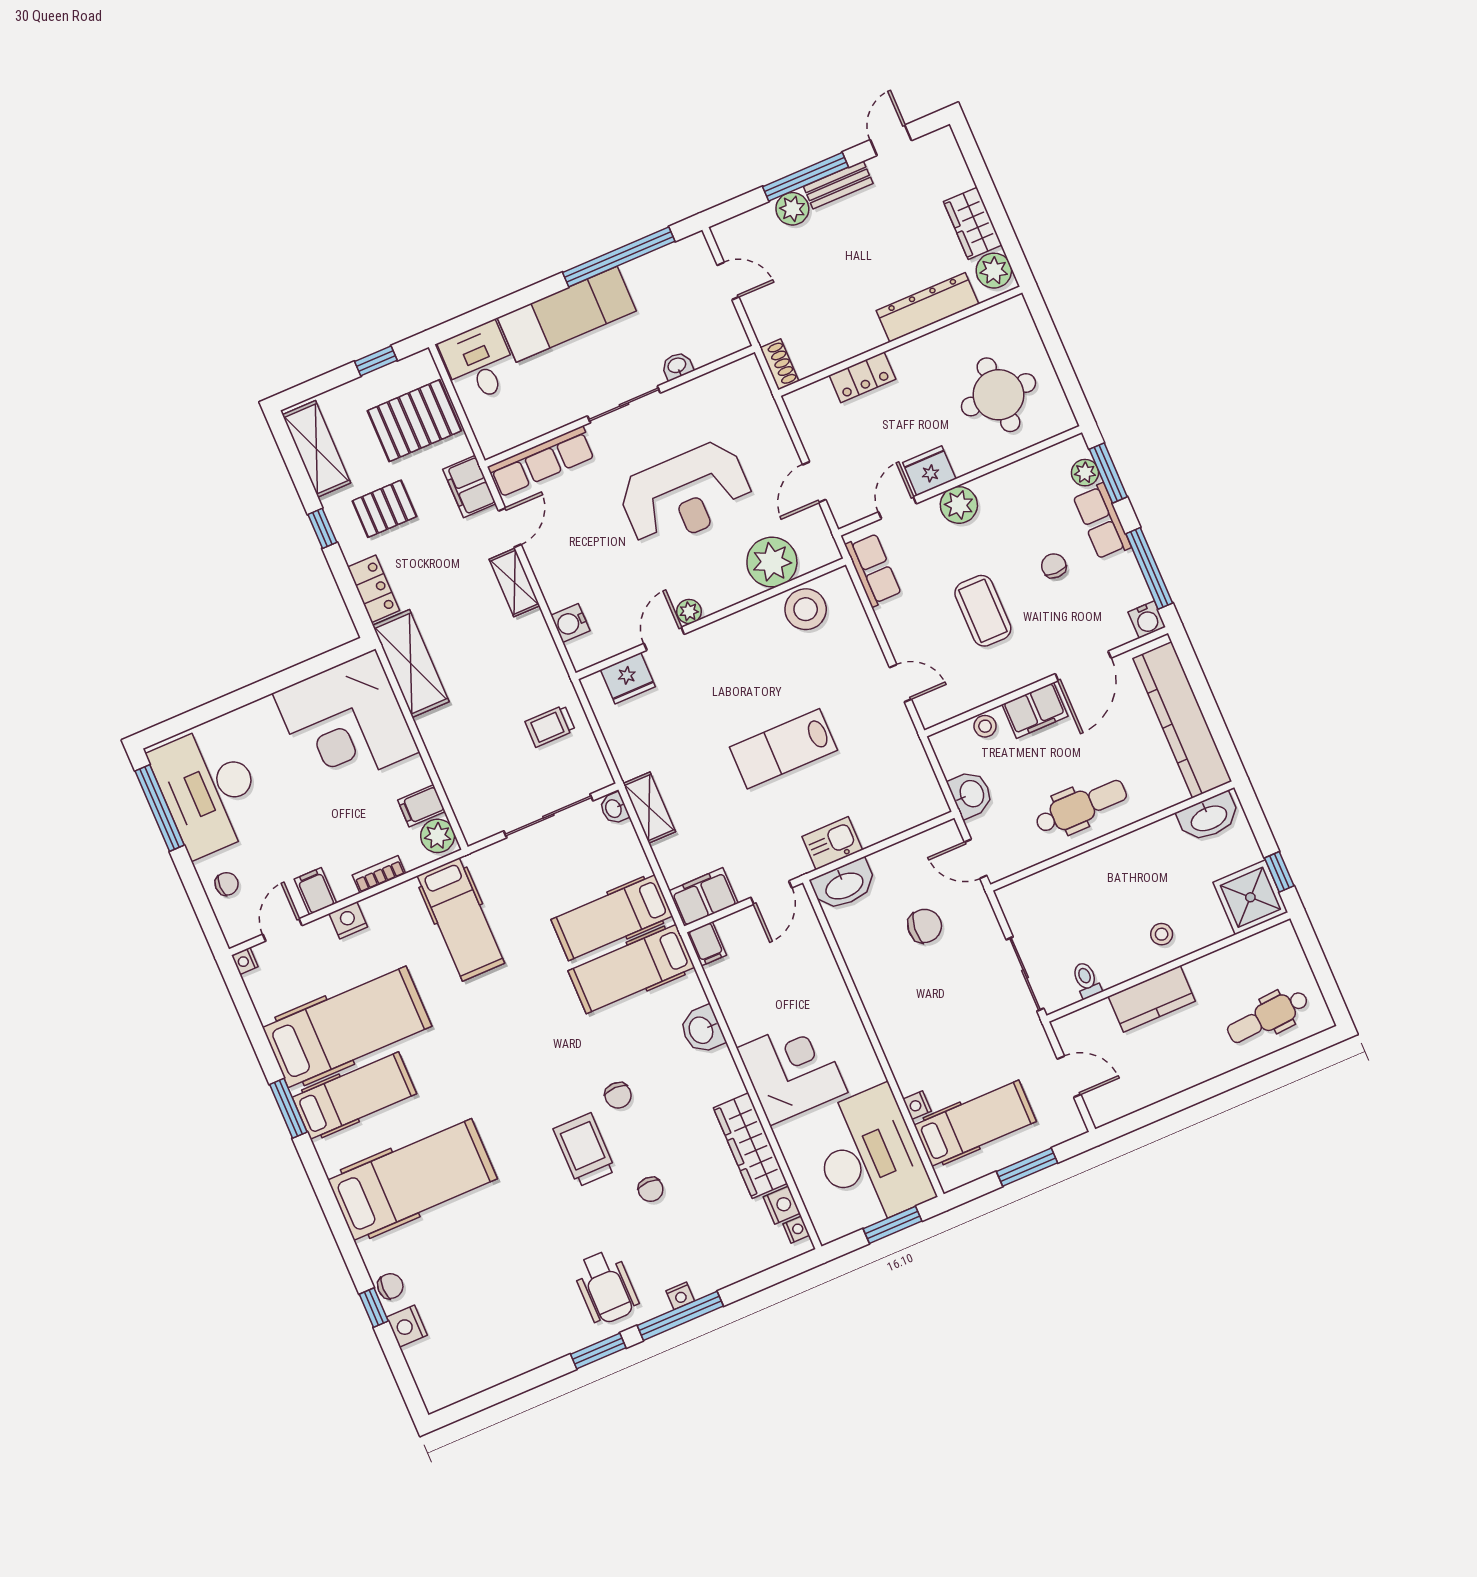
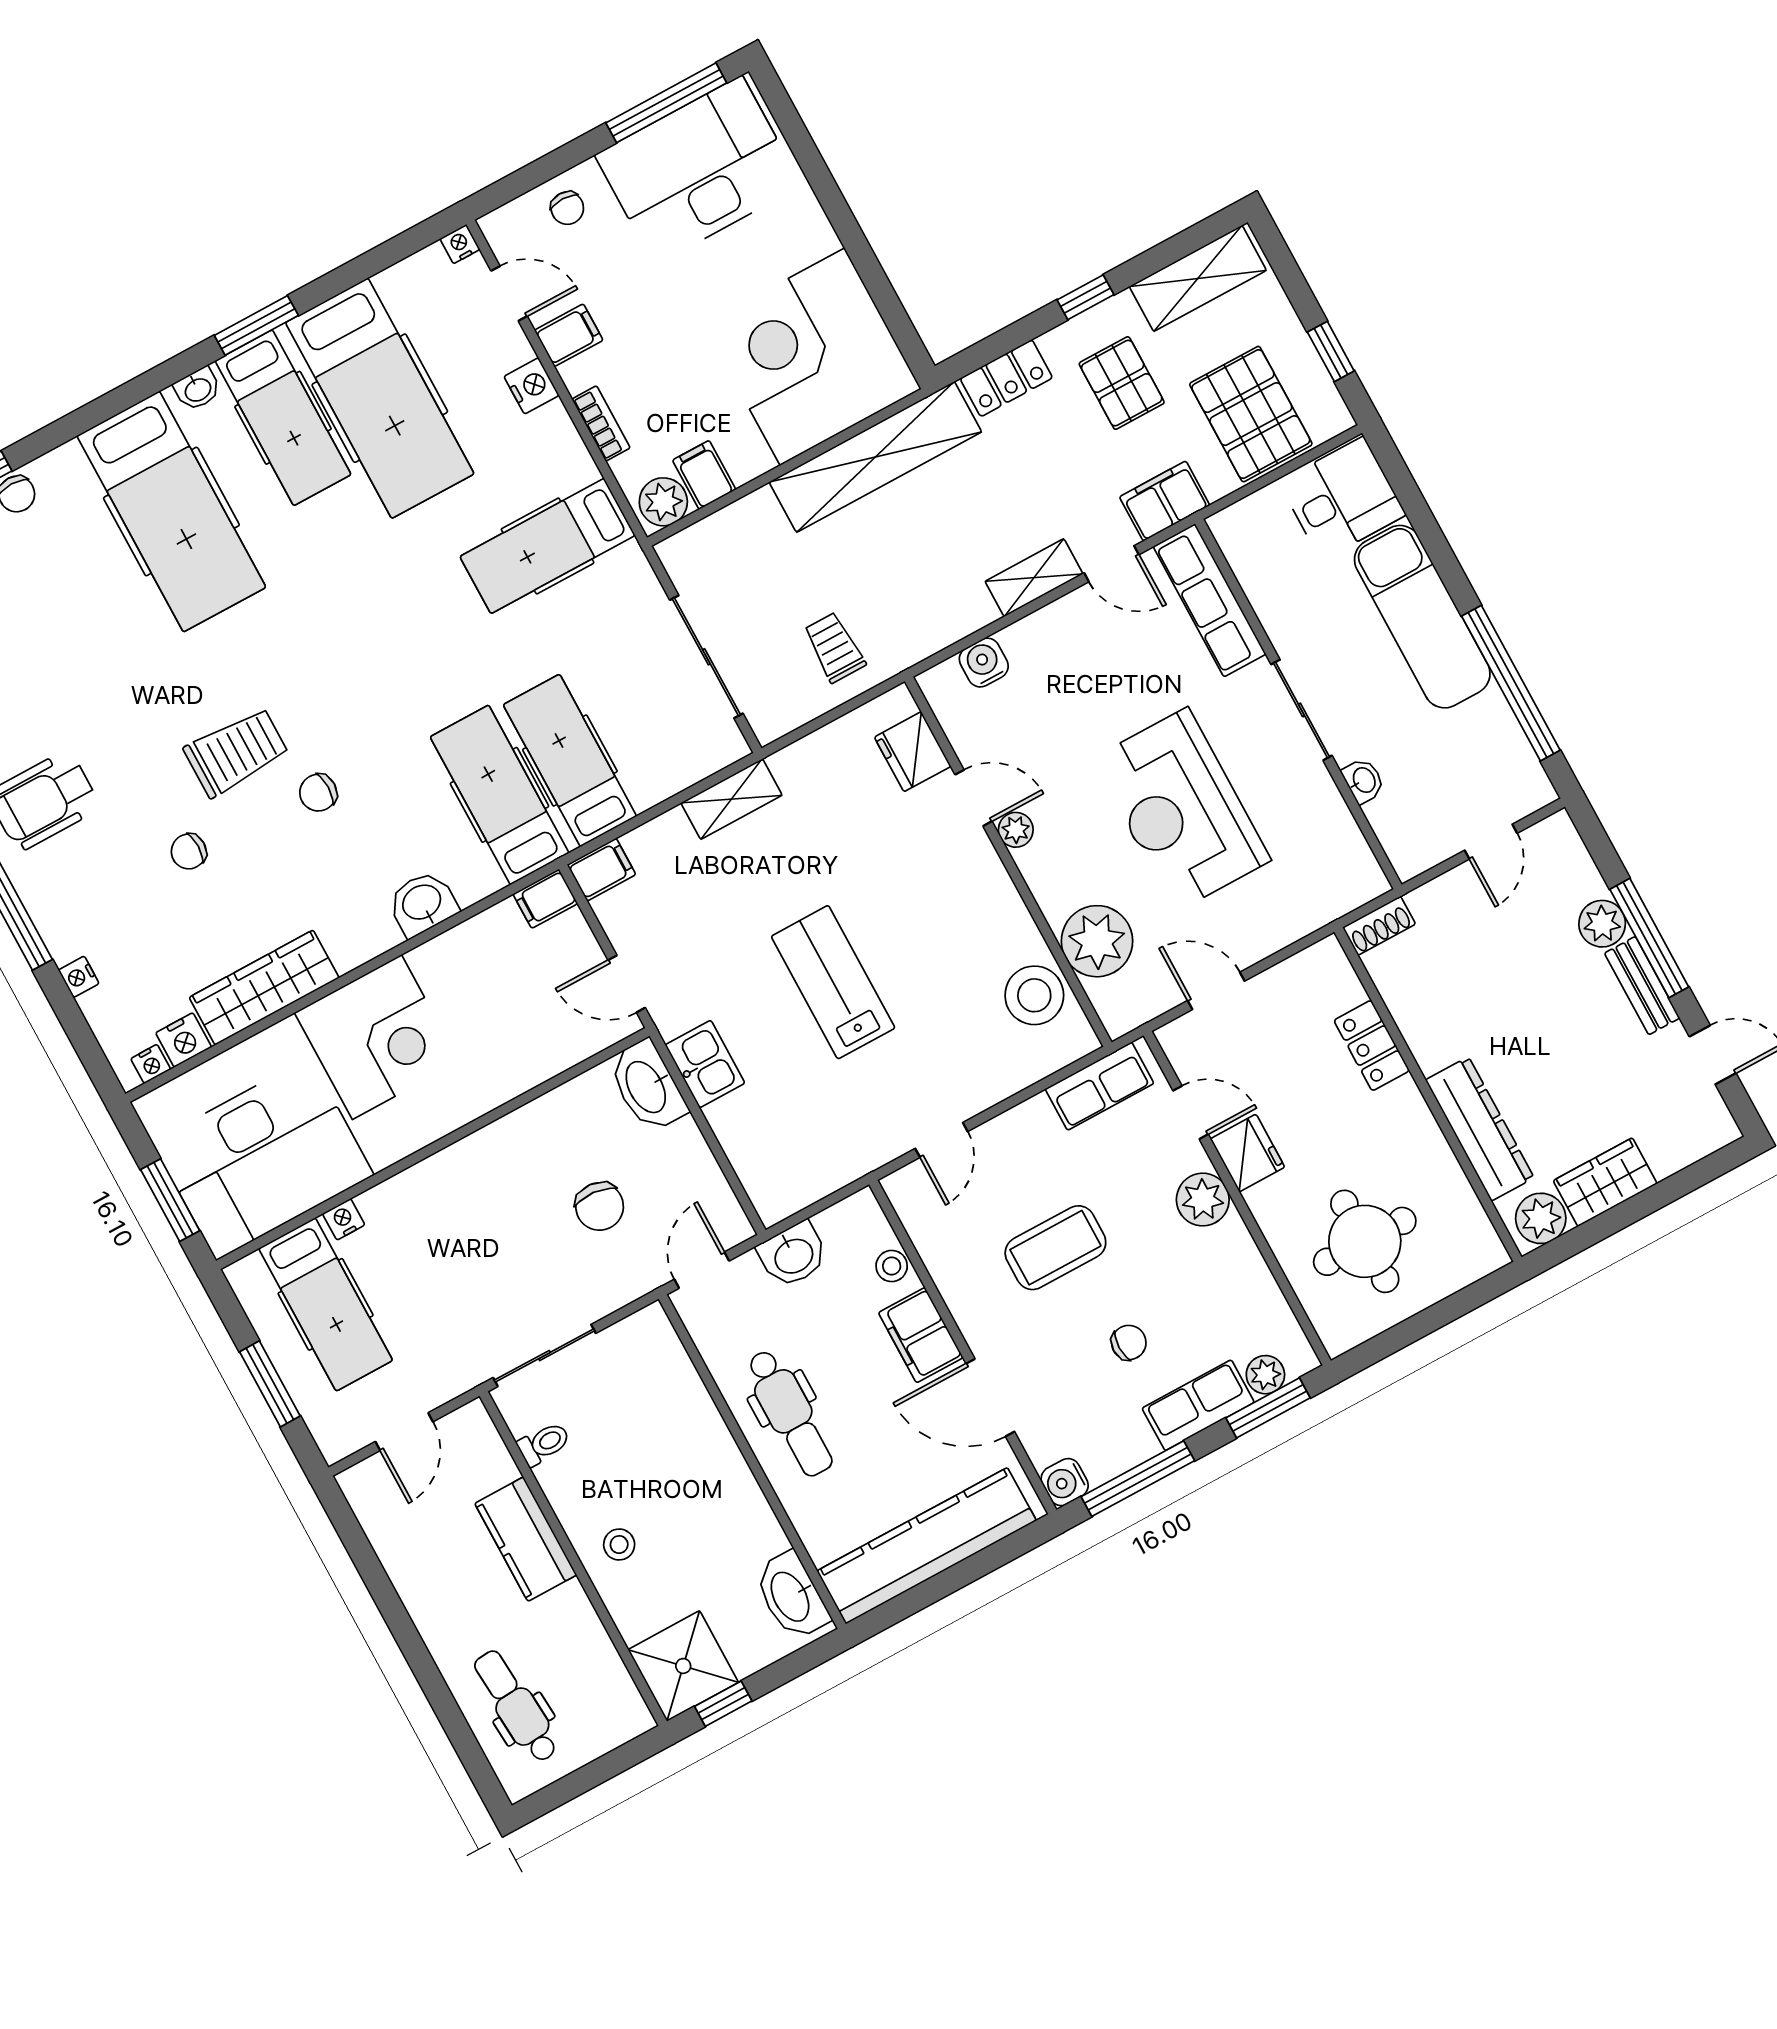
shelving: (411, 664) -> (875, 457), width x1.47
washbasin: (614, 808) -> (198, 389), moved, turned 180
filing cabinet: (703, 897) -> (602, 870), width x0.50
nightstand: (680, 1296) -> (79, 977), moved

